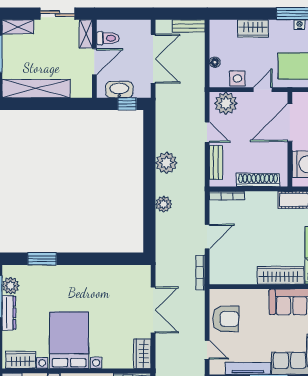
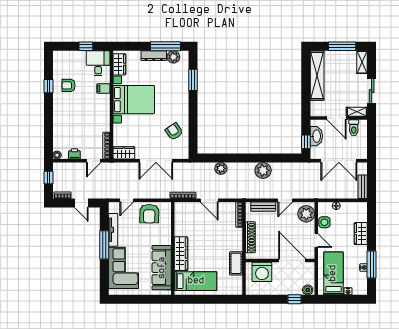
plant: (164, 204) -> (221, 168), moved
armchair: (113, 285) -> (174, 132), added

